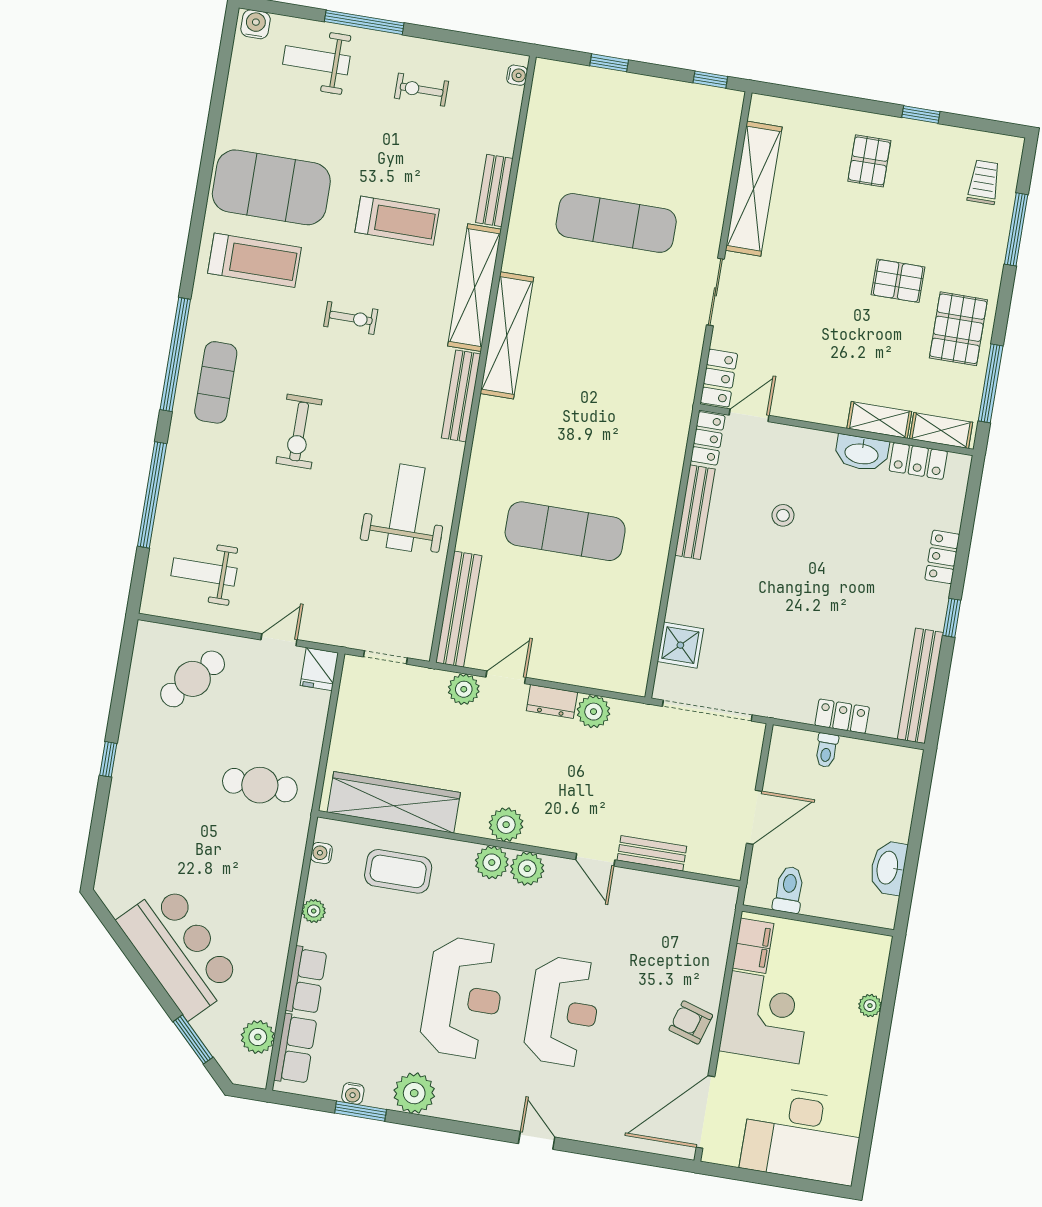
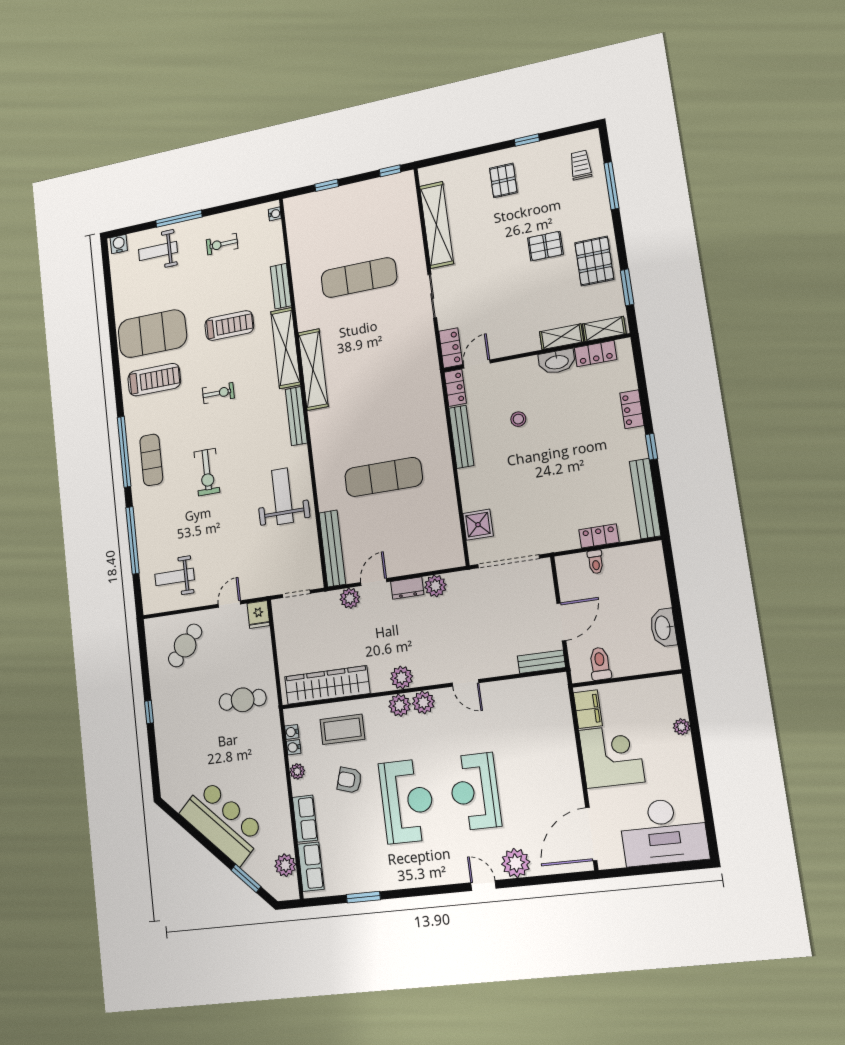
window: (991, 383) -> (627, 287), width x0.69
bench: (652, 853) -> (541, 662), moved
reception desk: (563, 1011) -> (475, 792), turned 180
armchair: (691, 1022) -> (349, 780), moved
water cooler: (353, 1093) -> (294, 747), moved, turned 90
plant: (414, 1093) -> (516, 863), moved

